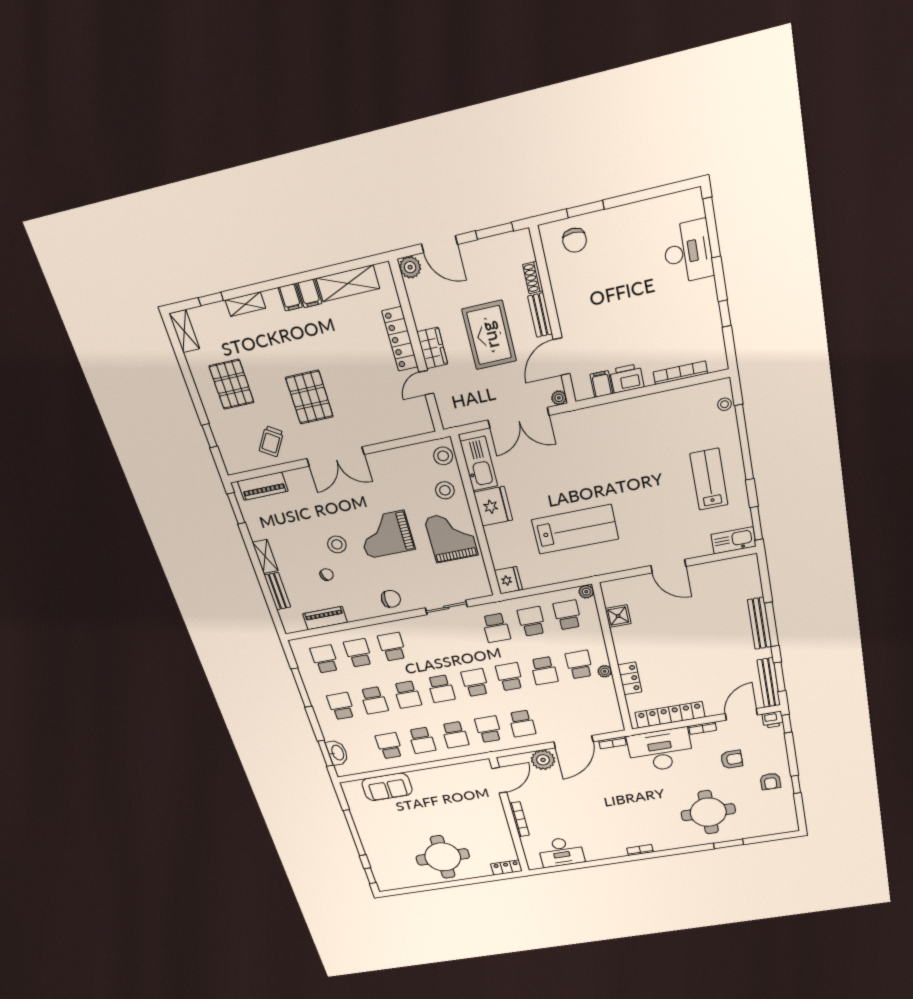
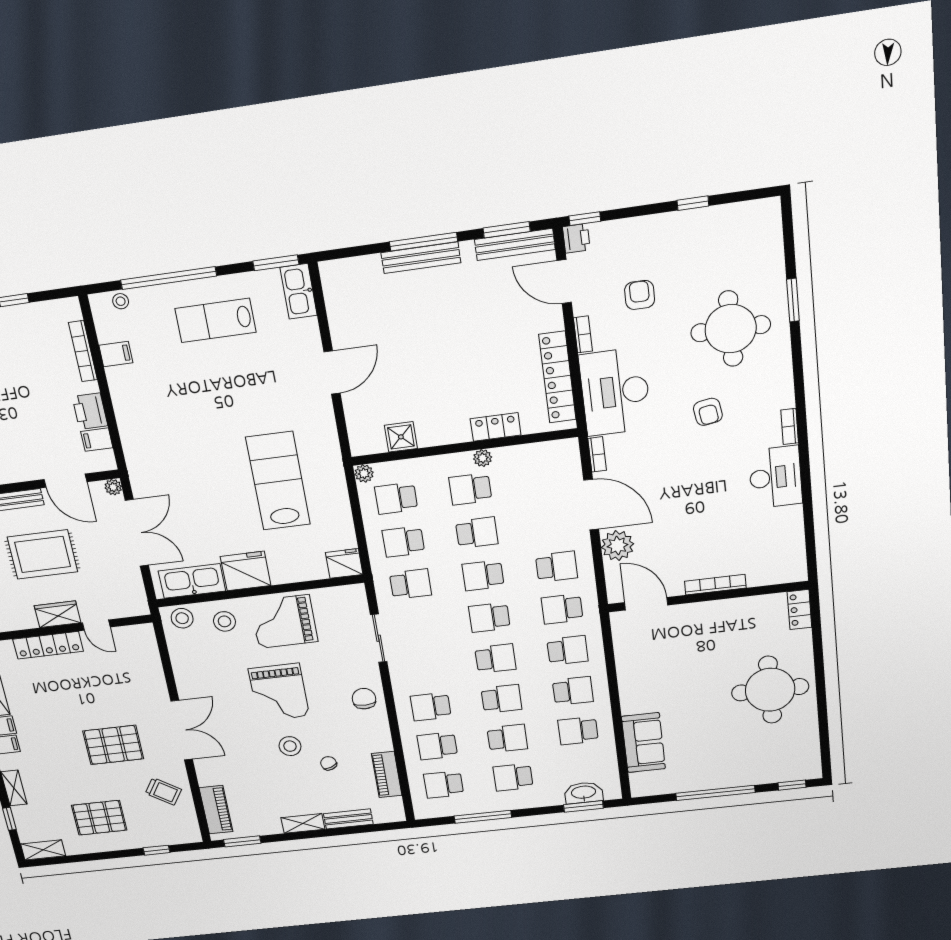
filing cabinet: (679, 400) -> (116, 354), added
armchair: (770, 781) -> (708, 412), moved, turned 81
desk: (561, 852) -> (775, 477), moved

